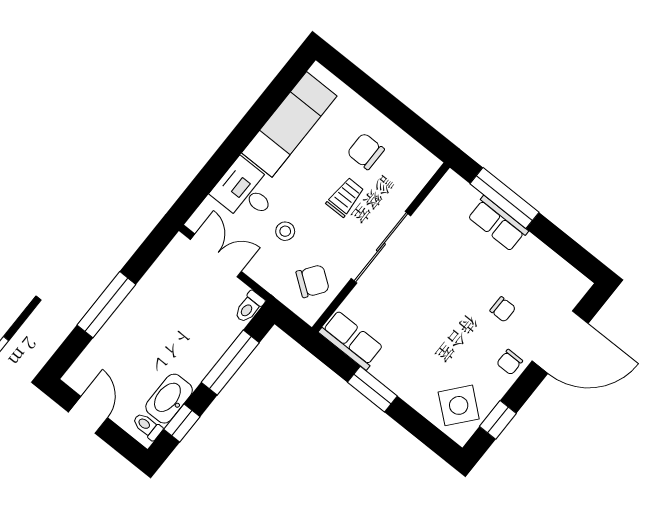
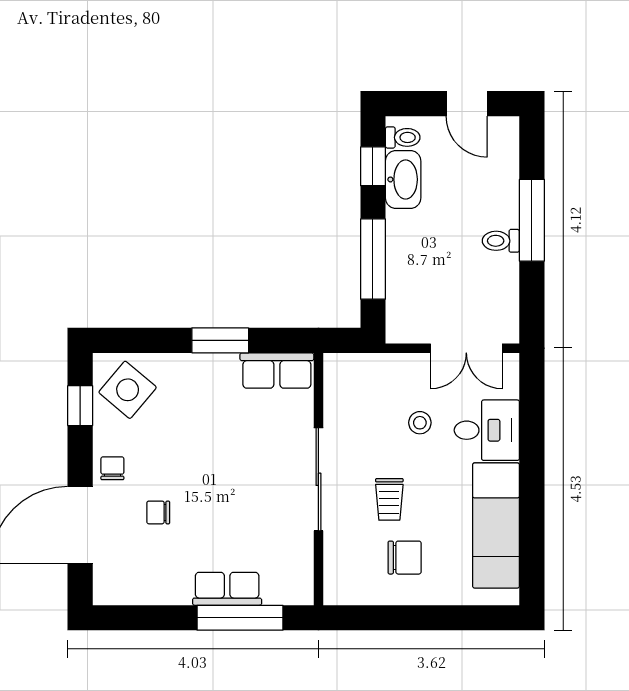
chair: (313, 281) -> (357, 397), removed
toilet: (249, 307) -> (501, 241), moved, turned -90

